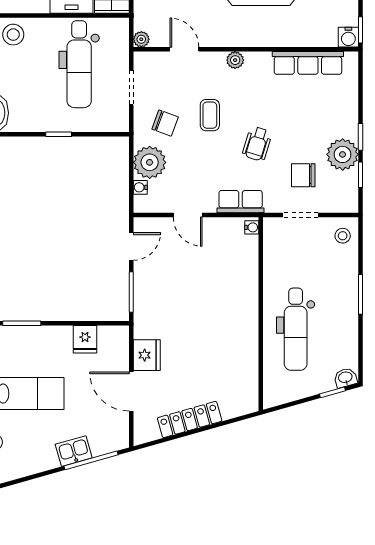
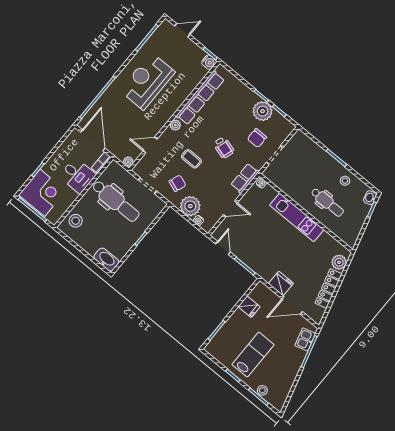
row of seats: (308, 63) -> (200, 98), width x1.36
stool: (343, 236) -> (345, 181), moved
kitchen unit: (245, 307) -> (297, 217), added
dental chair: (296, 329) -> (327, 202), width x0.73, depth x0.72
plant: (233, 406) -> (339, 262), added
kitchen sink: (74, 451) -> (305, 339), moved

